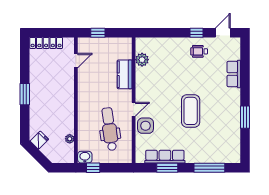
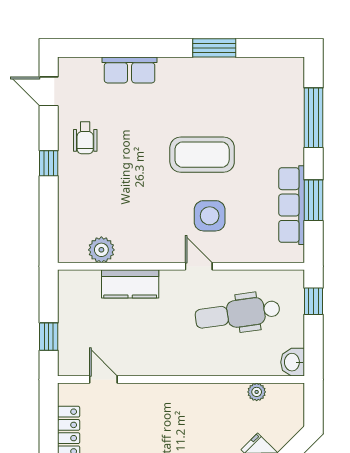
window: (197, 33) -> (49, 163), moved
side table: (145, 126) -> (210, 216), moved
window: (93, 168) -> (314, 301), moved

